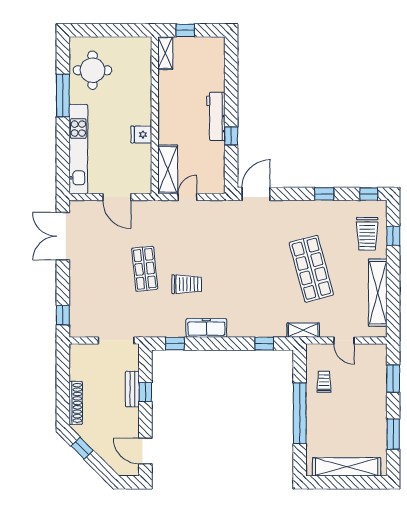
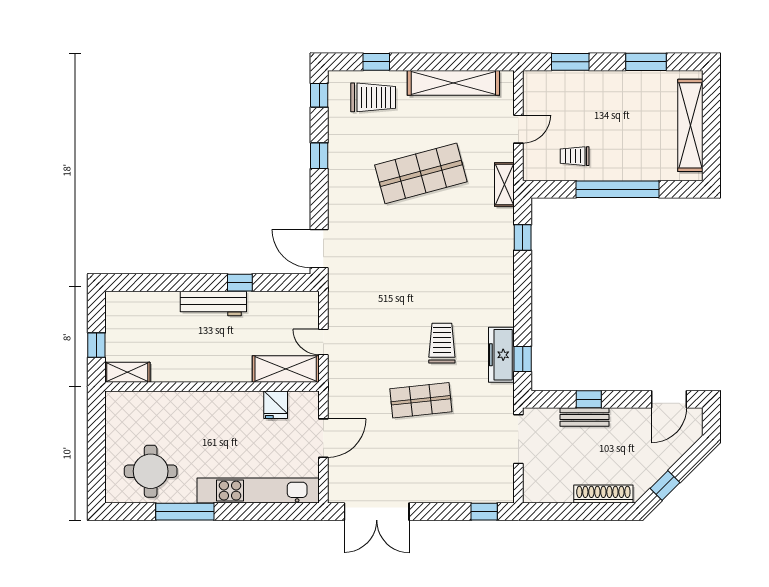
fridge: (141, 135) -> (276, 405), moved
freezer: (206, 328) -> (501, 355), moved

